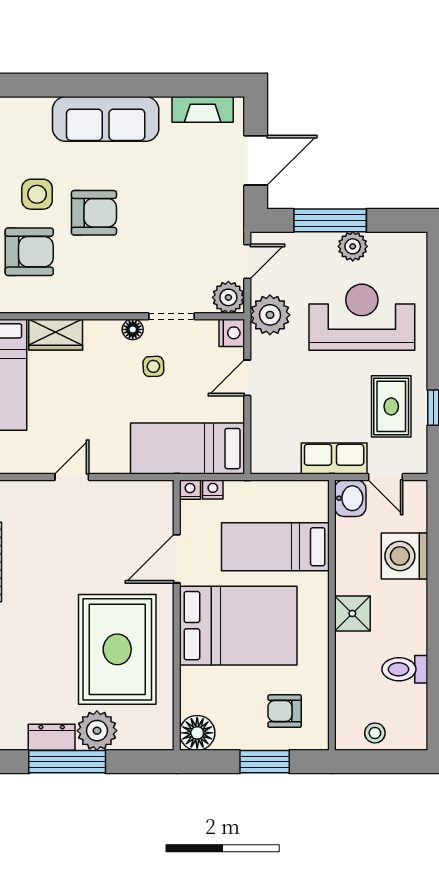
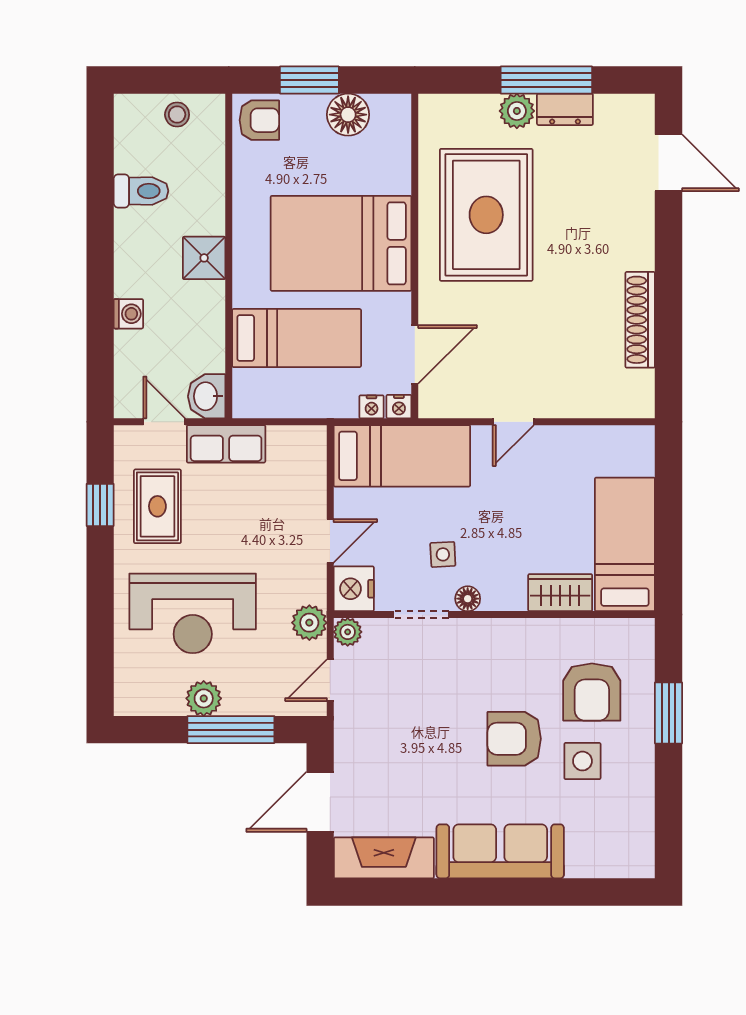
fireplace: (203, 109) -> (384, 858), width x1.37, depth x1.32
armchair: (29, 252) -> (592, 692), turned -90
plant: (228, 297) -> (348, 632), width x0.73, depth x0.73
plant: (270, 315) -> (309, 623), width x0.73, depth x0.73
nightstand: (232, 333) -> (354, 589), width x1.36, depth x1.33
door: (72, 477) -> (513, 422), moved
washing machine: (405, 556) -> (128, 314), width x0.53, depth x0.53
door: (177, 559) -> (415, 354), moved
armchair: (285, 711) -> (259, 120), moved
plant: (97, 731) -> (517, 111), width x0.73, depth x0.73
floor lamp: (197, 733) -> (348, 115), moved

